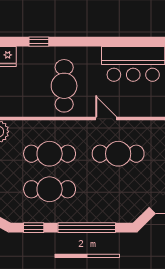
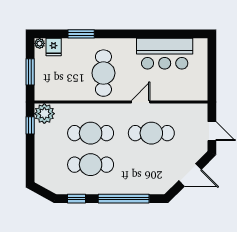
window: (39, 42) -> (81, 34), width x1.50
door: (106, 119) -> (141, 102), hinge flipped

